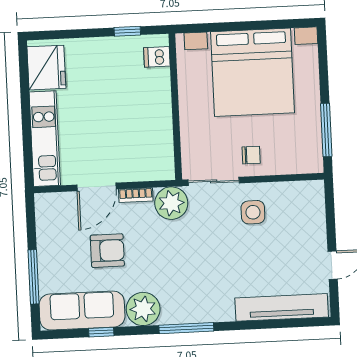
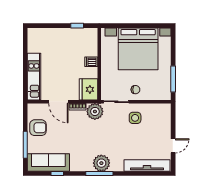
dishwasher: (157, 57) -> (91, 62), moved
fridge: (46, 68) -> (88, 89), moved, turned 180
door: (96, 187) -> (58, 102), hinge flipped
armchair: (107, 251) -> (38, 128), moved
plant: (143, 309) -> (101, 163), moved

